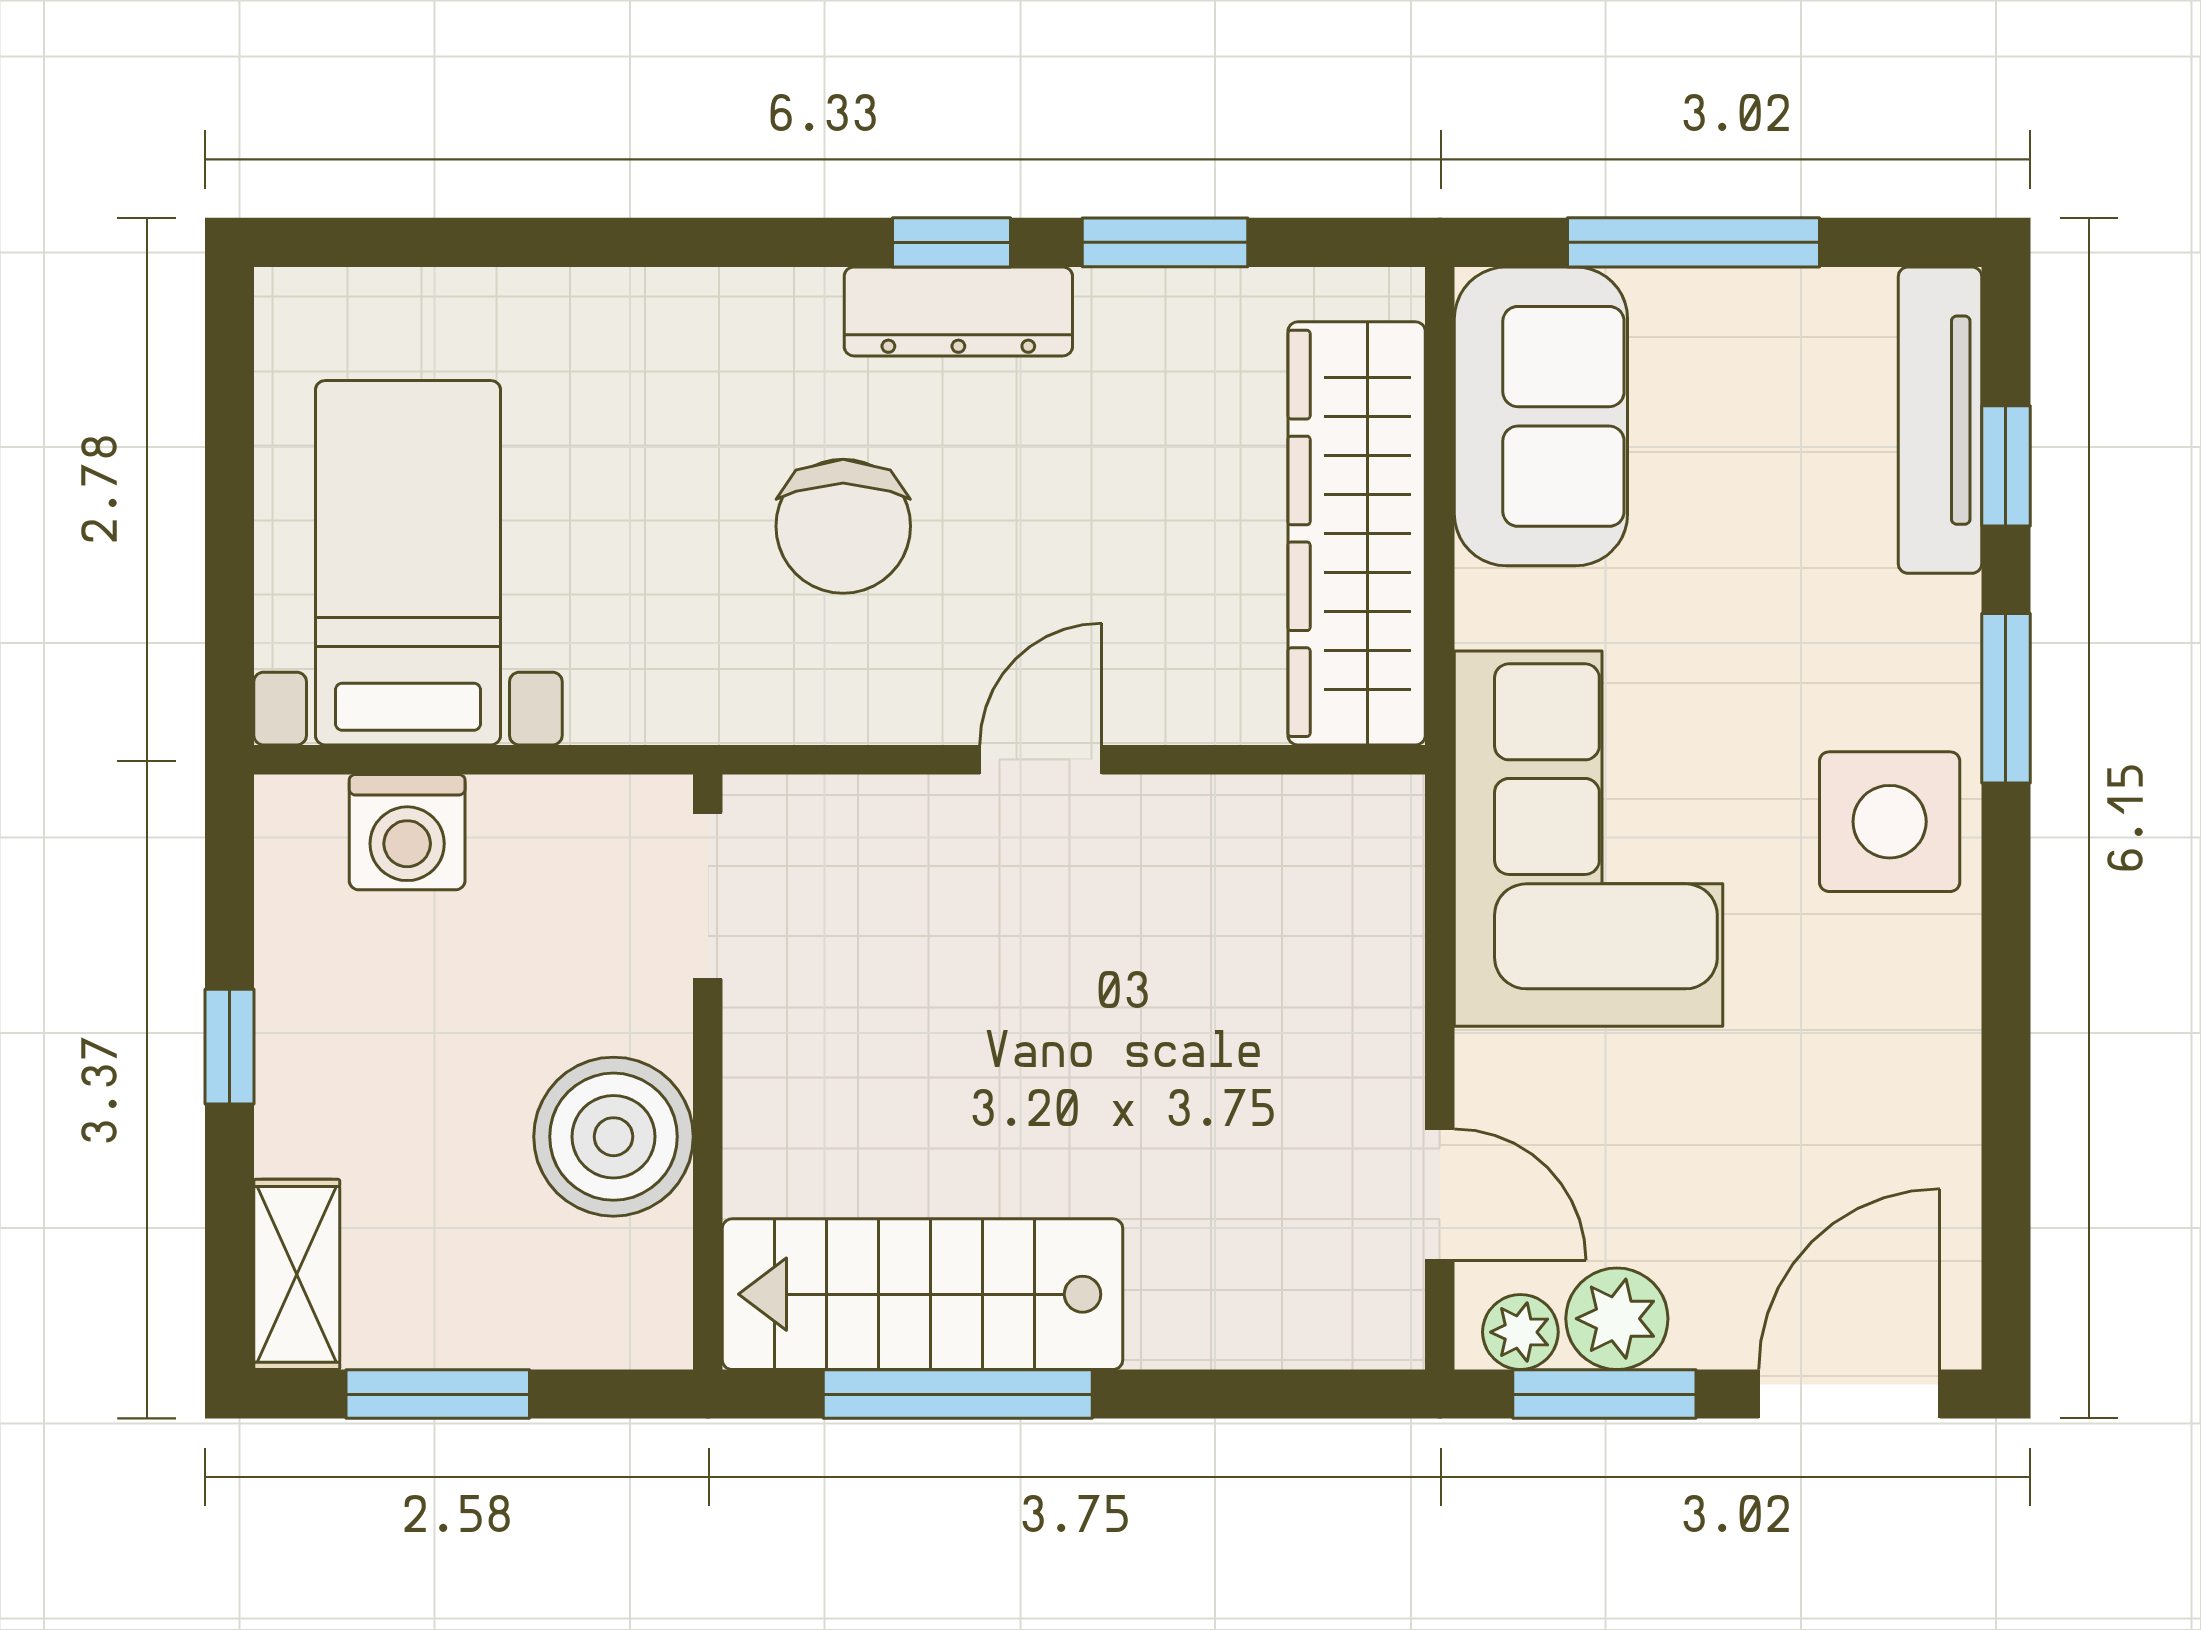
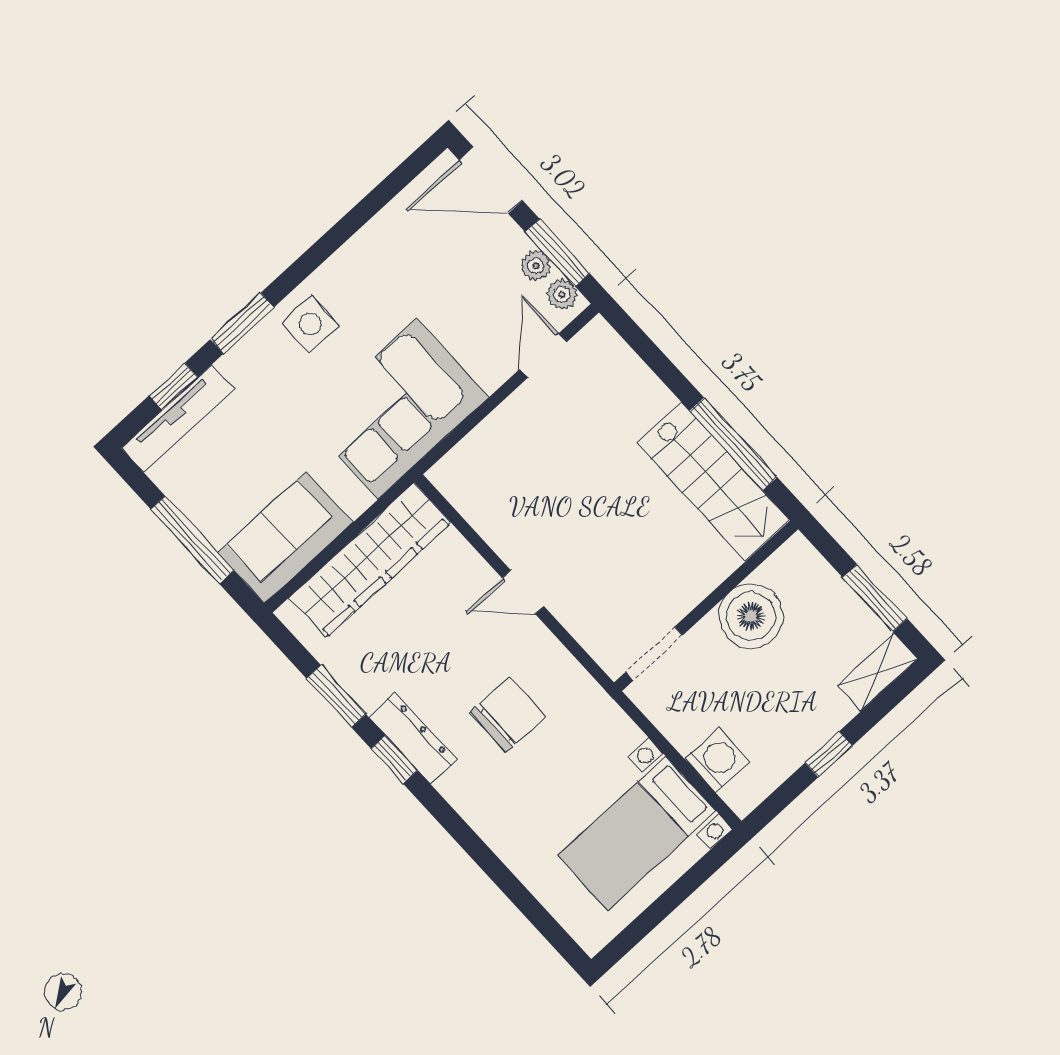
side table: (1890, 822) -> (310, 324), width x0.73, depth x0.73
plant: (1617, 1319) -> (536, 266), width x0.73, depth x0.73

